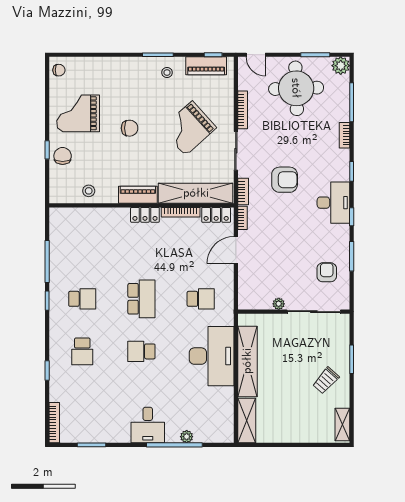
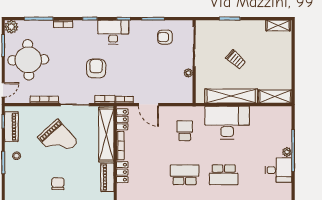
school desk: (141, 351) -> (224, 175), width x1.85
trolley: (326, 381) -> (236, 60), moved
plant: (187, 437) -> (287, 152), moved

